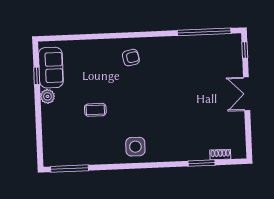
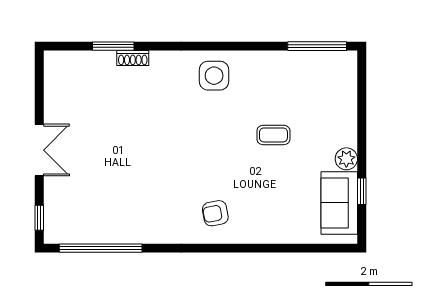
shoe rack: (220, 154) -> (133, 58), moved

